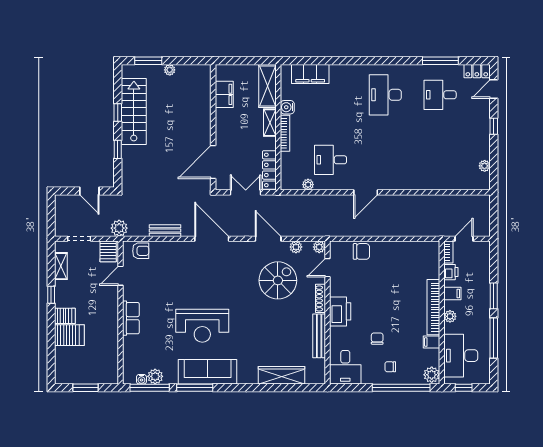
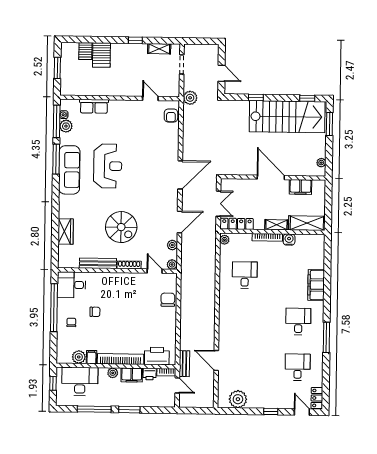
window: (440, 61) -> (326, 337), moved
plant: (170, 70) -> (321, 163), moved
filing cabinet: (310, 74) -> (316, 285), moved
desk: (385, 95) -> (298, 321), width x0.73
stairs: (134, 112) -> (287, 117), width x1.36, depth x1.51
window: (118, 113) -> (307, 98), moved
door: (213, 162) -> (271, 177), moved
plant: (485, 166) -> (238, 399), width x1.88, depth x1.88
plant: (308, 185) -> (224, 240), moved
door: (89, 191) -> (221, 73), swing flipped
door: (366, 192) -> (216, 360), moved
bench: (165, 231) -> (184, 364), moved
server rack: (108, 251) -> (171, 88), removed
chair: (361, 251) -> (168, 300), turned 180
spiral stairs: (278, 280) -> (121, 227), moved
filing cabinet: (452, 294) -> (132, 375), width x2.00
printer: (340, 311) -> (157, 356), moved, turned 180
server rack: (65, 316) -> (85, 51), moved
row of seats: (131, 318) -> (94, 106), moved
reception desk: (202, 326) -> (108, 166), turned 180
wardrobe: (281, 375) -> (66, 231), width x0.67
plant: (432, 375) -> (79, 357), moved
window: (401, 388) -> (54, 308), moved

